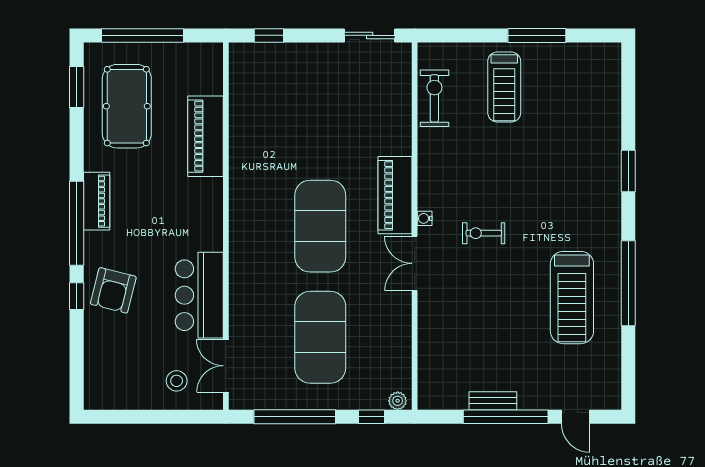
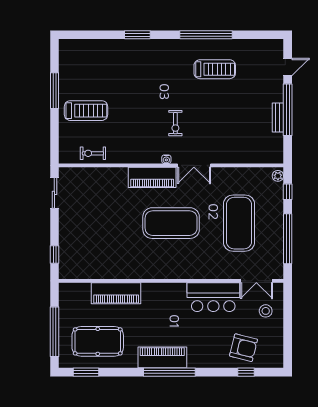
exercise bike: (434, 98) -> (93, 153), width x0.73, depth x0.72
piano: (97, 201) -> (162, 357), width x1.37, depth x1.33
armchair: (113, 290) -> (244, 348), moved
window: (77, 296) -> (246, 372), moved
treadmill: (572, 298) -> (215, 69), width x0.73, depth x0.73
exercise mat: (320, 337) -> (239, 223), turned 90

